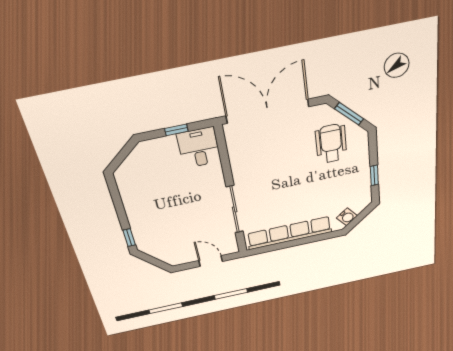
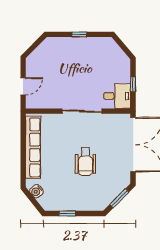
wheelchair: (331, 143) -> (86, 162), moved, turned 90
sliding door: (235, 209) -> (82, 111), moved
window: (129, 238) -> (79, 34), moved

